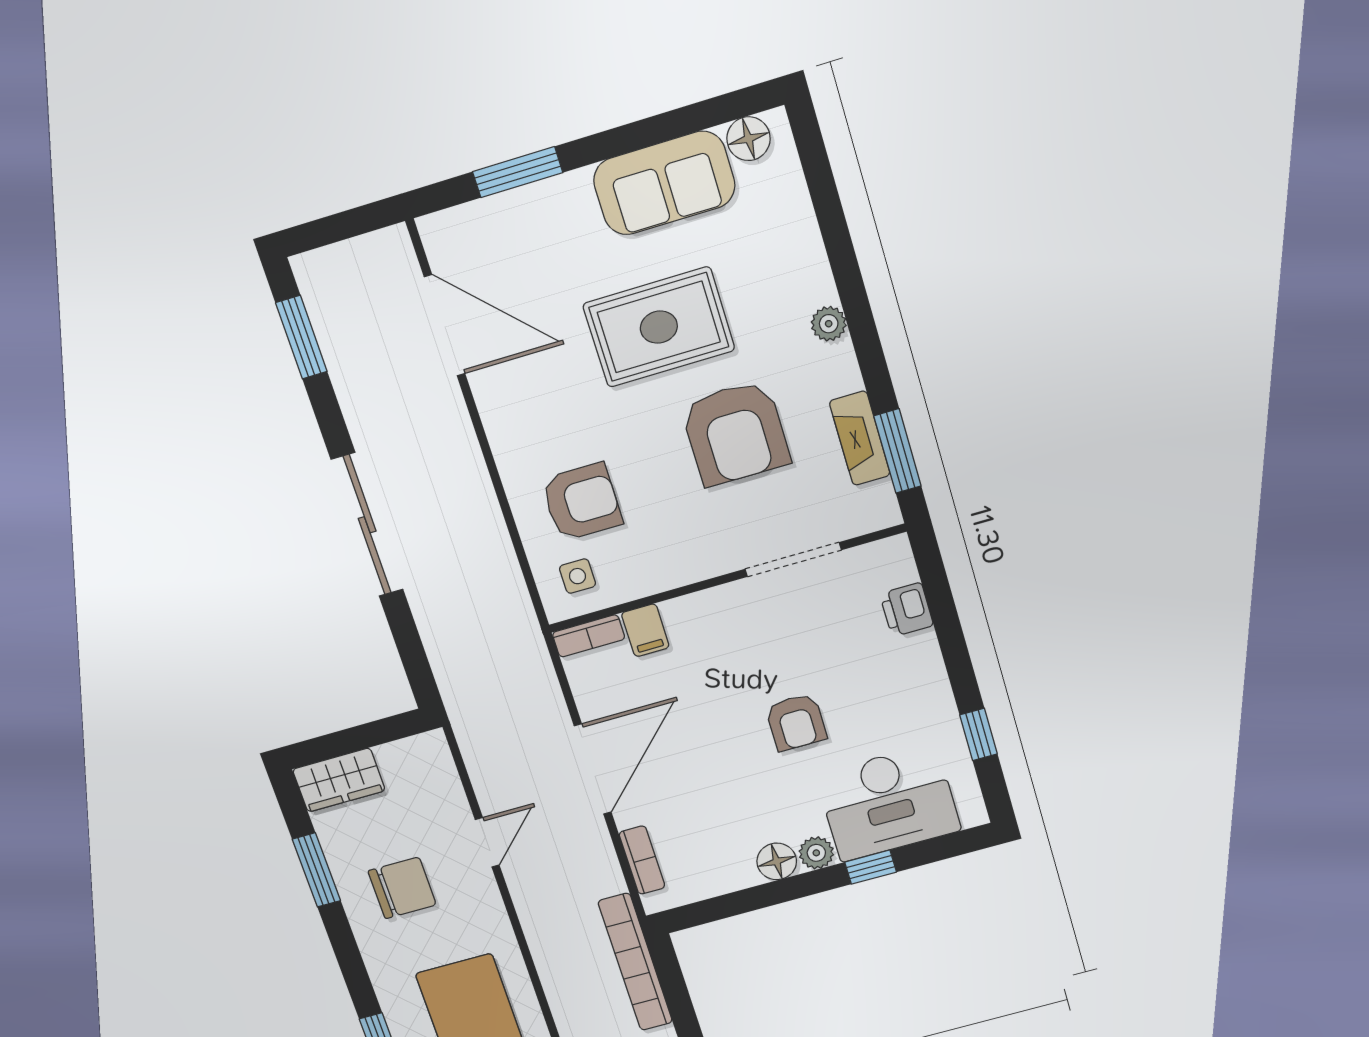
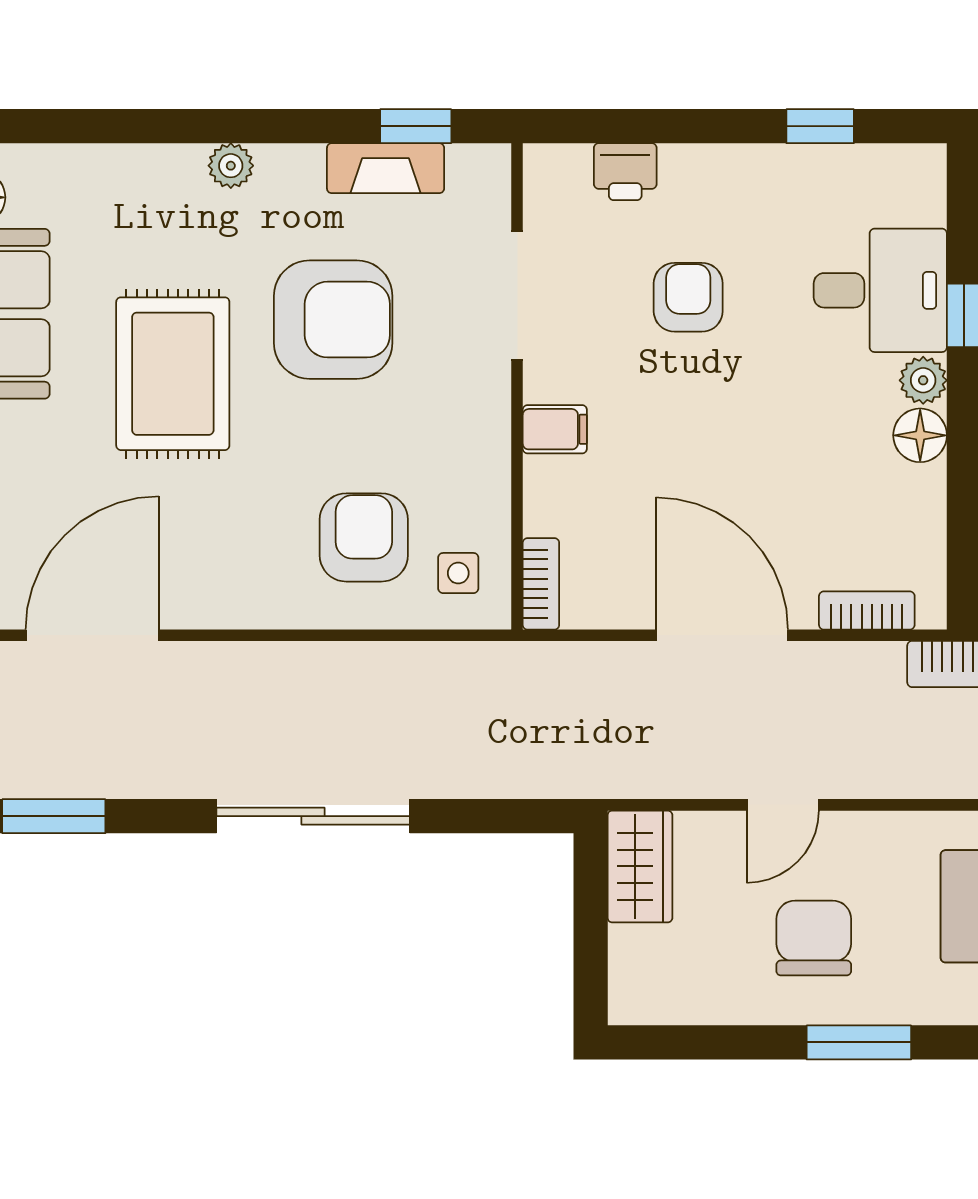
window: (898, 451) -> (416, 126), width x0.67
filing cabinet: (645, 630) -> (555, 429), moved
armchair: (796, 722) -> (688, 297), moved, turned -90
wardrobe: (339, 780) -> (640, 866), moved
desk: (888, 803) -> (880, 290), width x0.73
door: (487, 842) -> (783, 805), swing flipped
window: (316, 870) -> (859, 1042), moved

